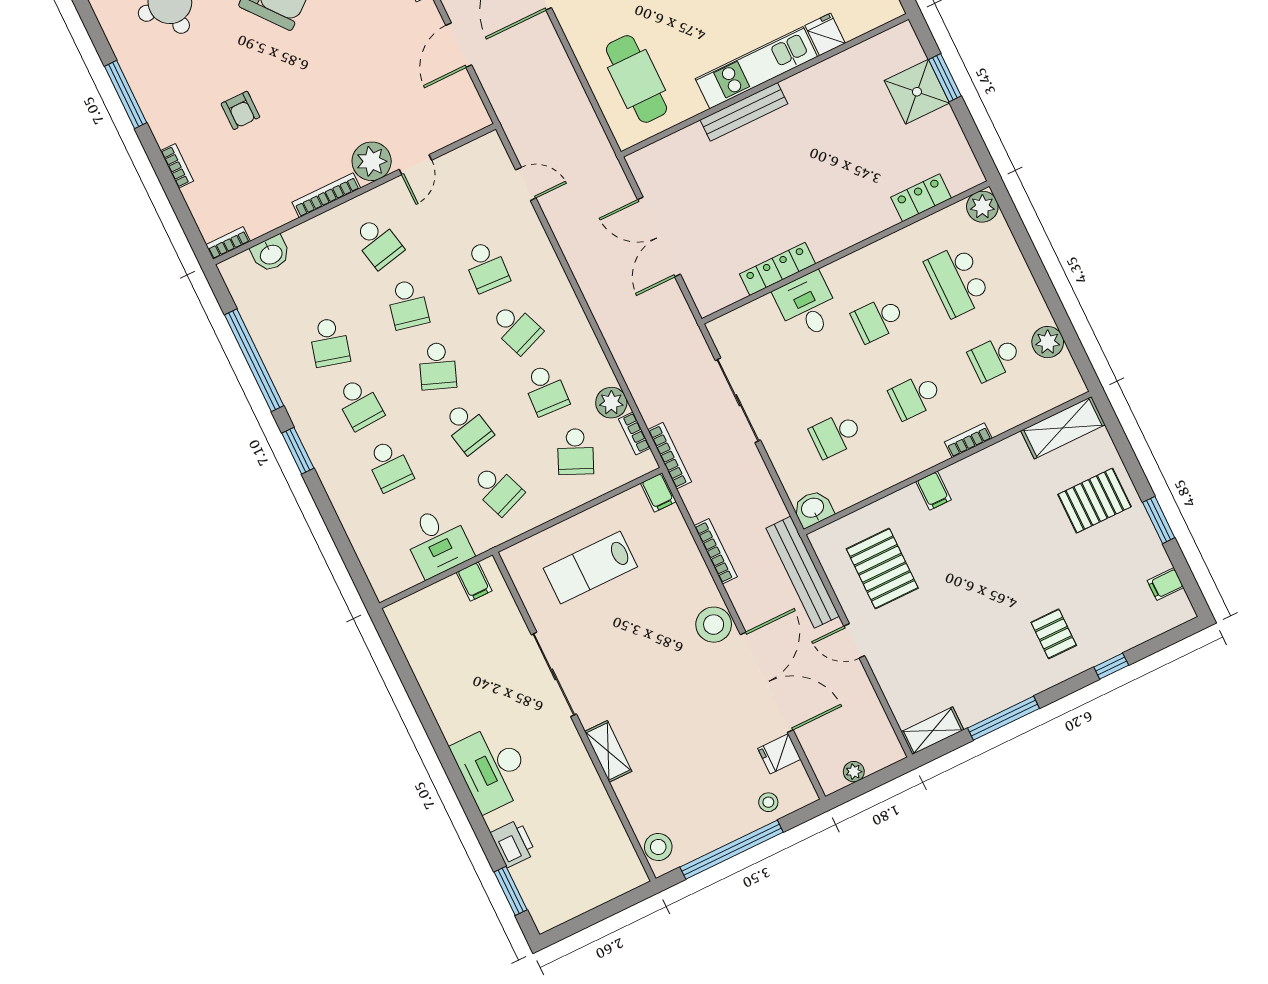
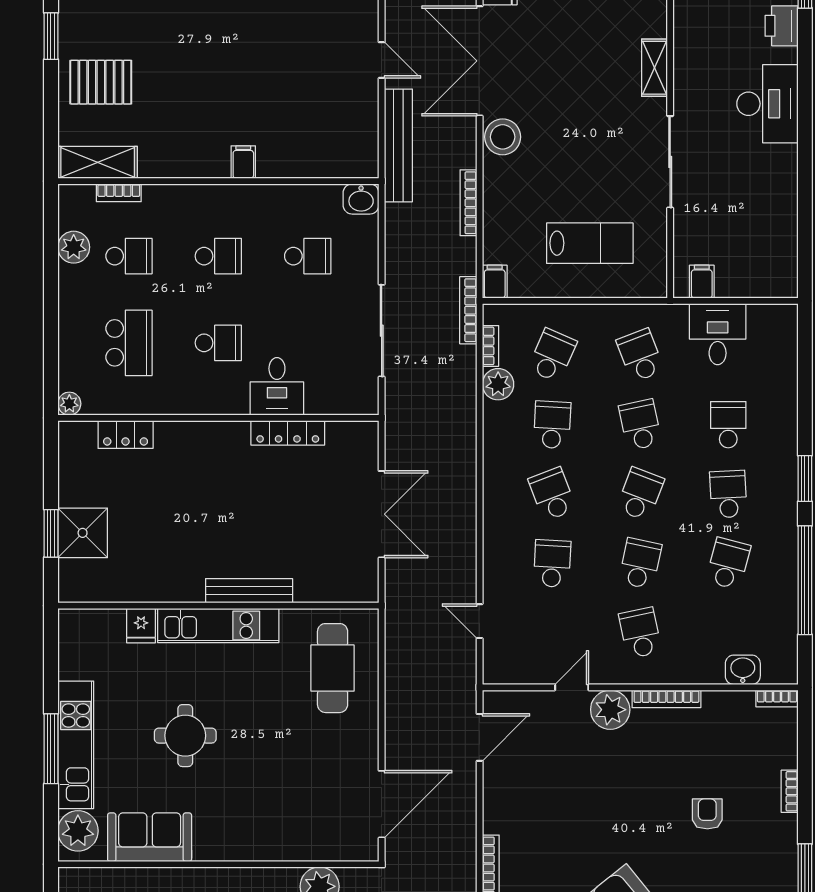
door: (459, 45) -> (480, 737), moved
plant: (982, 207) -> (69, 404), width x0.73, depth x0.73
bookcase: (968, 440) -> (119, 193), moved
pallet: (882, 568) -> (324, 114), removed

